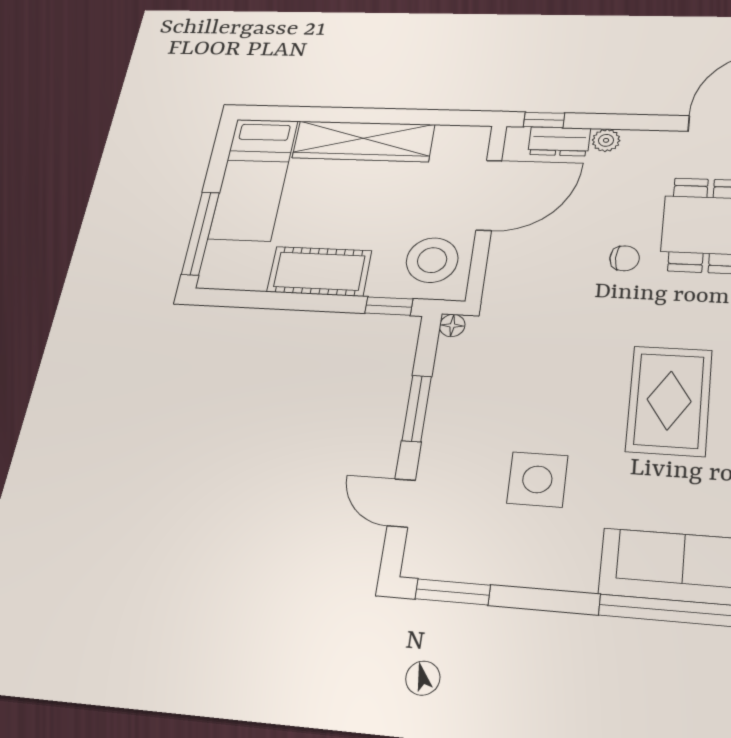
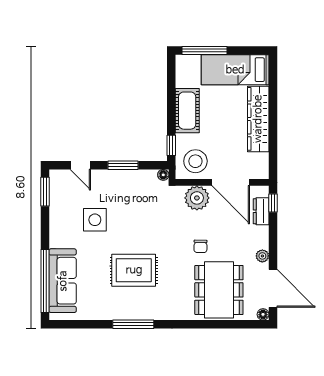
plant: (606, 140) -> (262, 256), moved
plant: (514, 261) -> (197, 198), added
door: (401, 503) -> (80, 165), swing flipped

